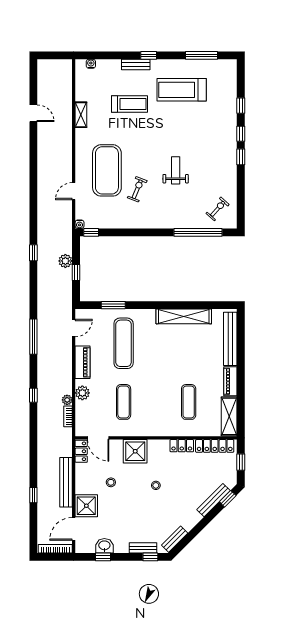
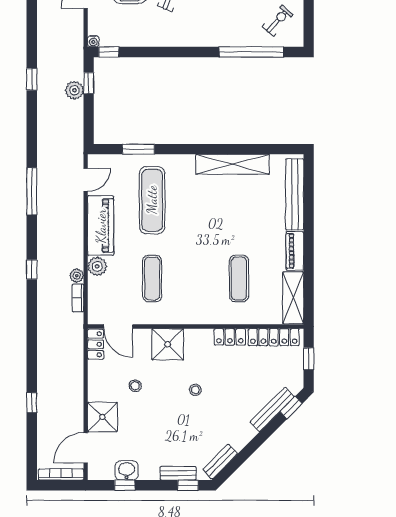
window: (76, 272) -> (89, 83), moved
piano: (83, 362) -> (101, 226), width x1.37, depth x1.33
bench: (66, 482) -> (75, 386), removed

